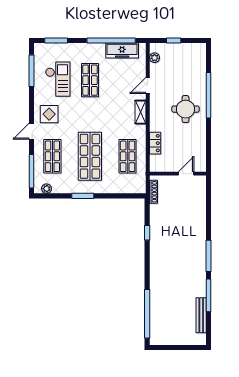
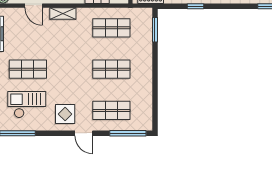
shop shelf: (90, 156) -> (111, 69), width x0.70, depth x0.74
plant: (46, 189) -> (147, 117), removed
window: (83, 196) -> (155, 30), moved

